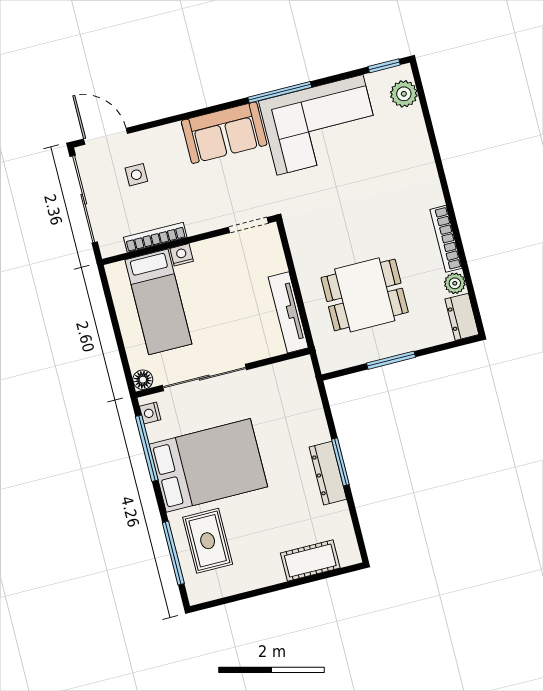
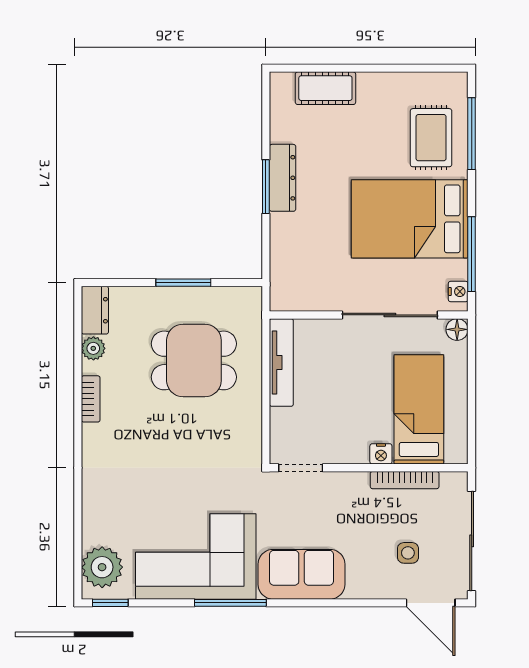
plant: (404, 94) -> (102, 567), width x1.36, depth x1.36
bookcase: (446, 239) -> (91, 399), width x0.64

